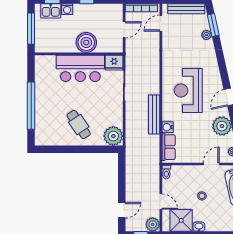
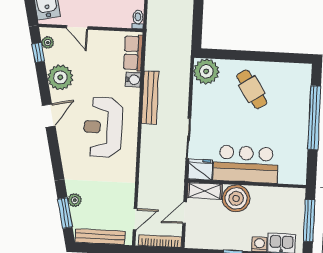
shelving: (110, 47) -> (204, 191), added
reception desk: (188, 90) -> (103, 127), turned 180
door: (211, 164) -> (77, 27), hinge flipped

